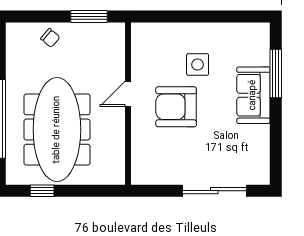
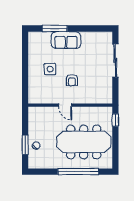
window: (89, 17) -> (25, 145), moved
armchair: (176, 107) -> (72, 80), width x0.53, depth x0.53
window: (42, 191) -> (115, 120), moved

